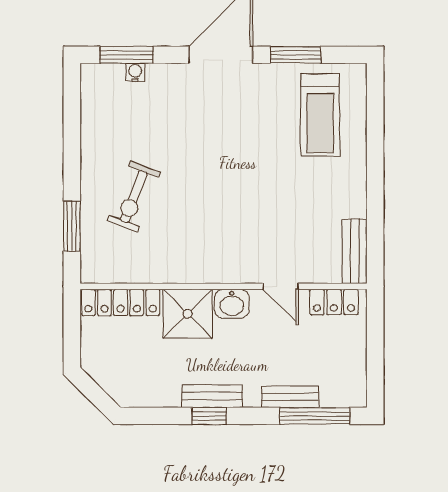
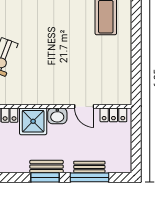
bench: (355, 251) -> (125, 87), removed
window: (209, 416) -> (45, 177), width x1.50
window: (315, 416) -> (89, 177), moved

